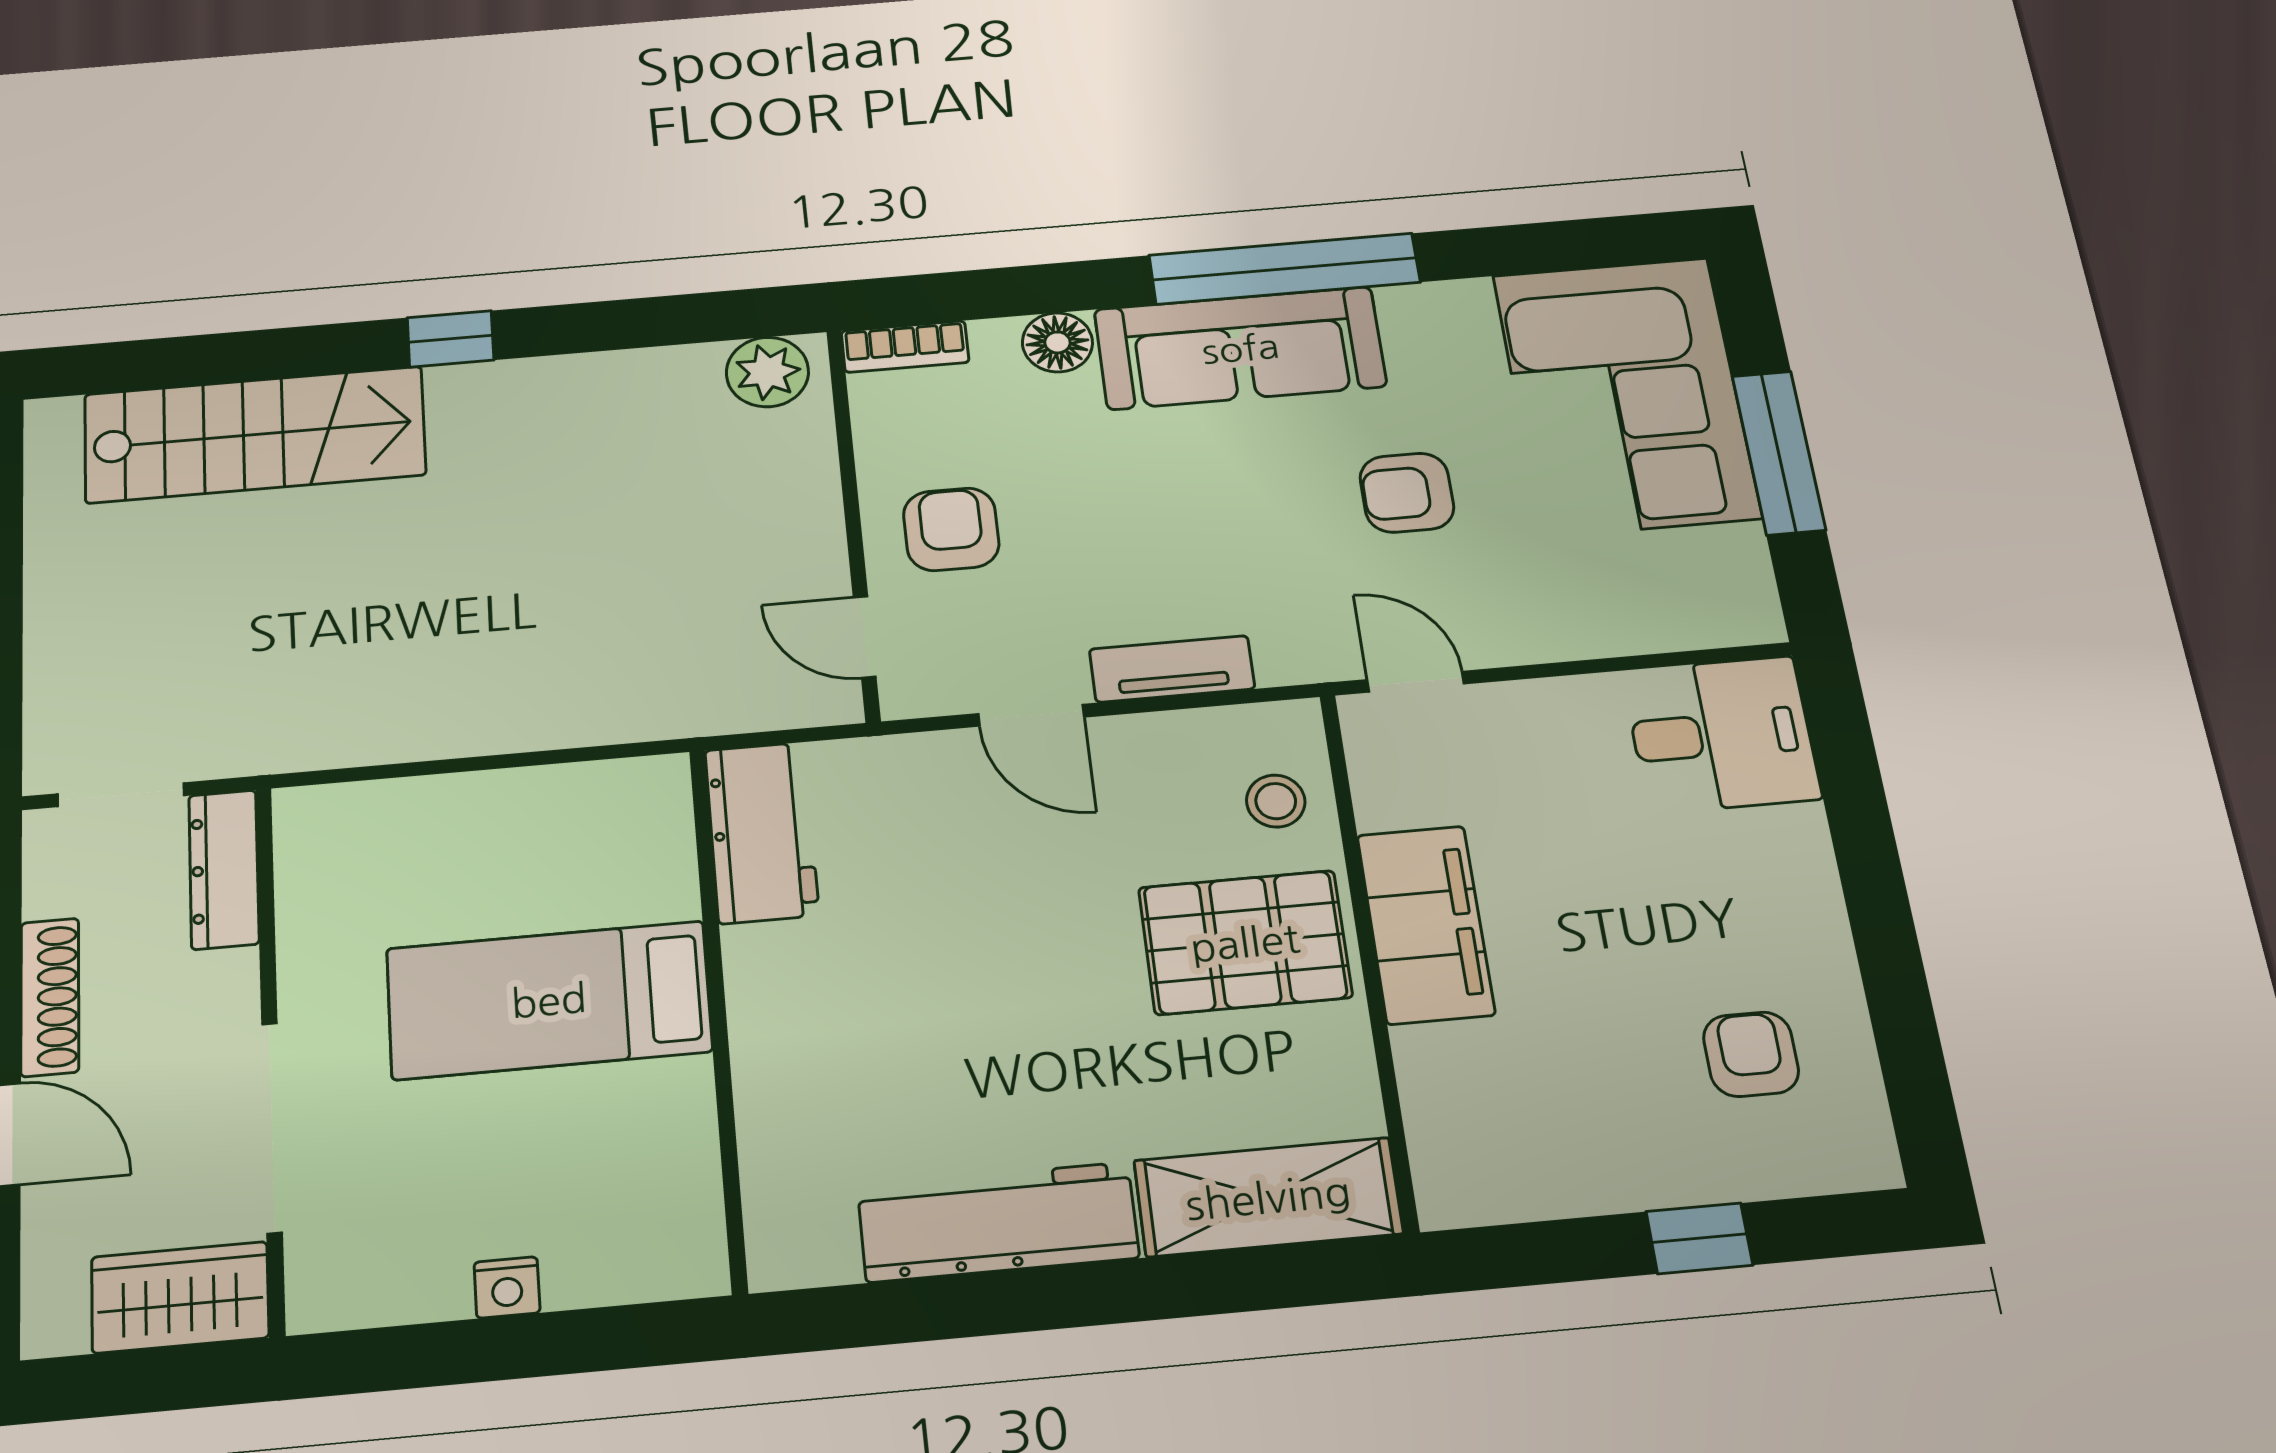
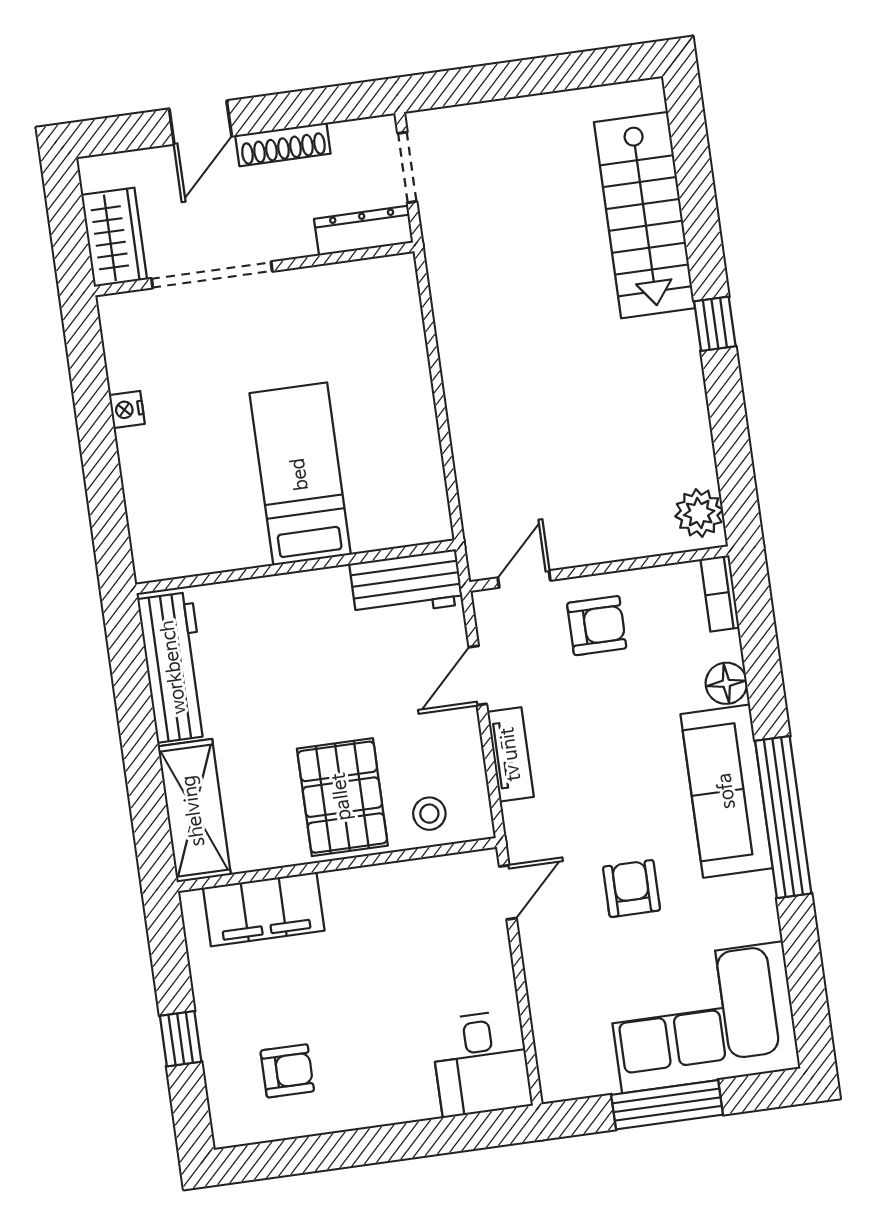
workbench: (762, 832) -> (406, 584), moved
filing cabinet: (1426, 925) -> (264, 909), moved
bed: (549, 1000) -> (300, 474), moved
wall: (718, 1014) -> (296, 567), moved

